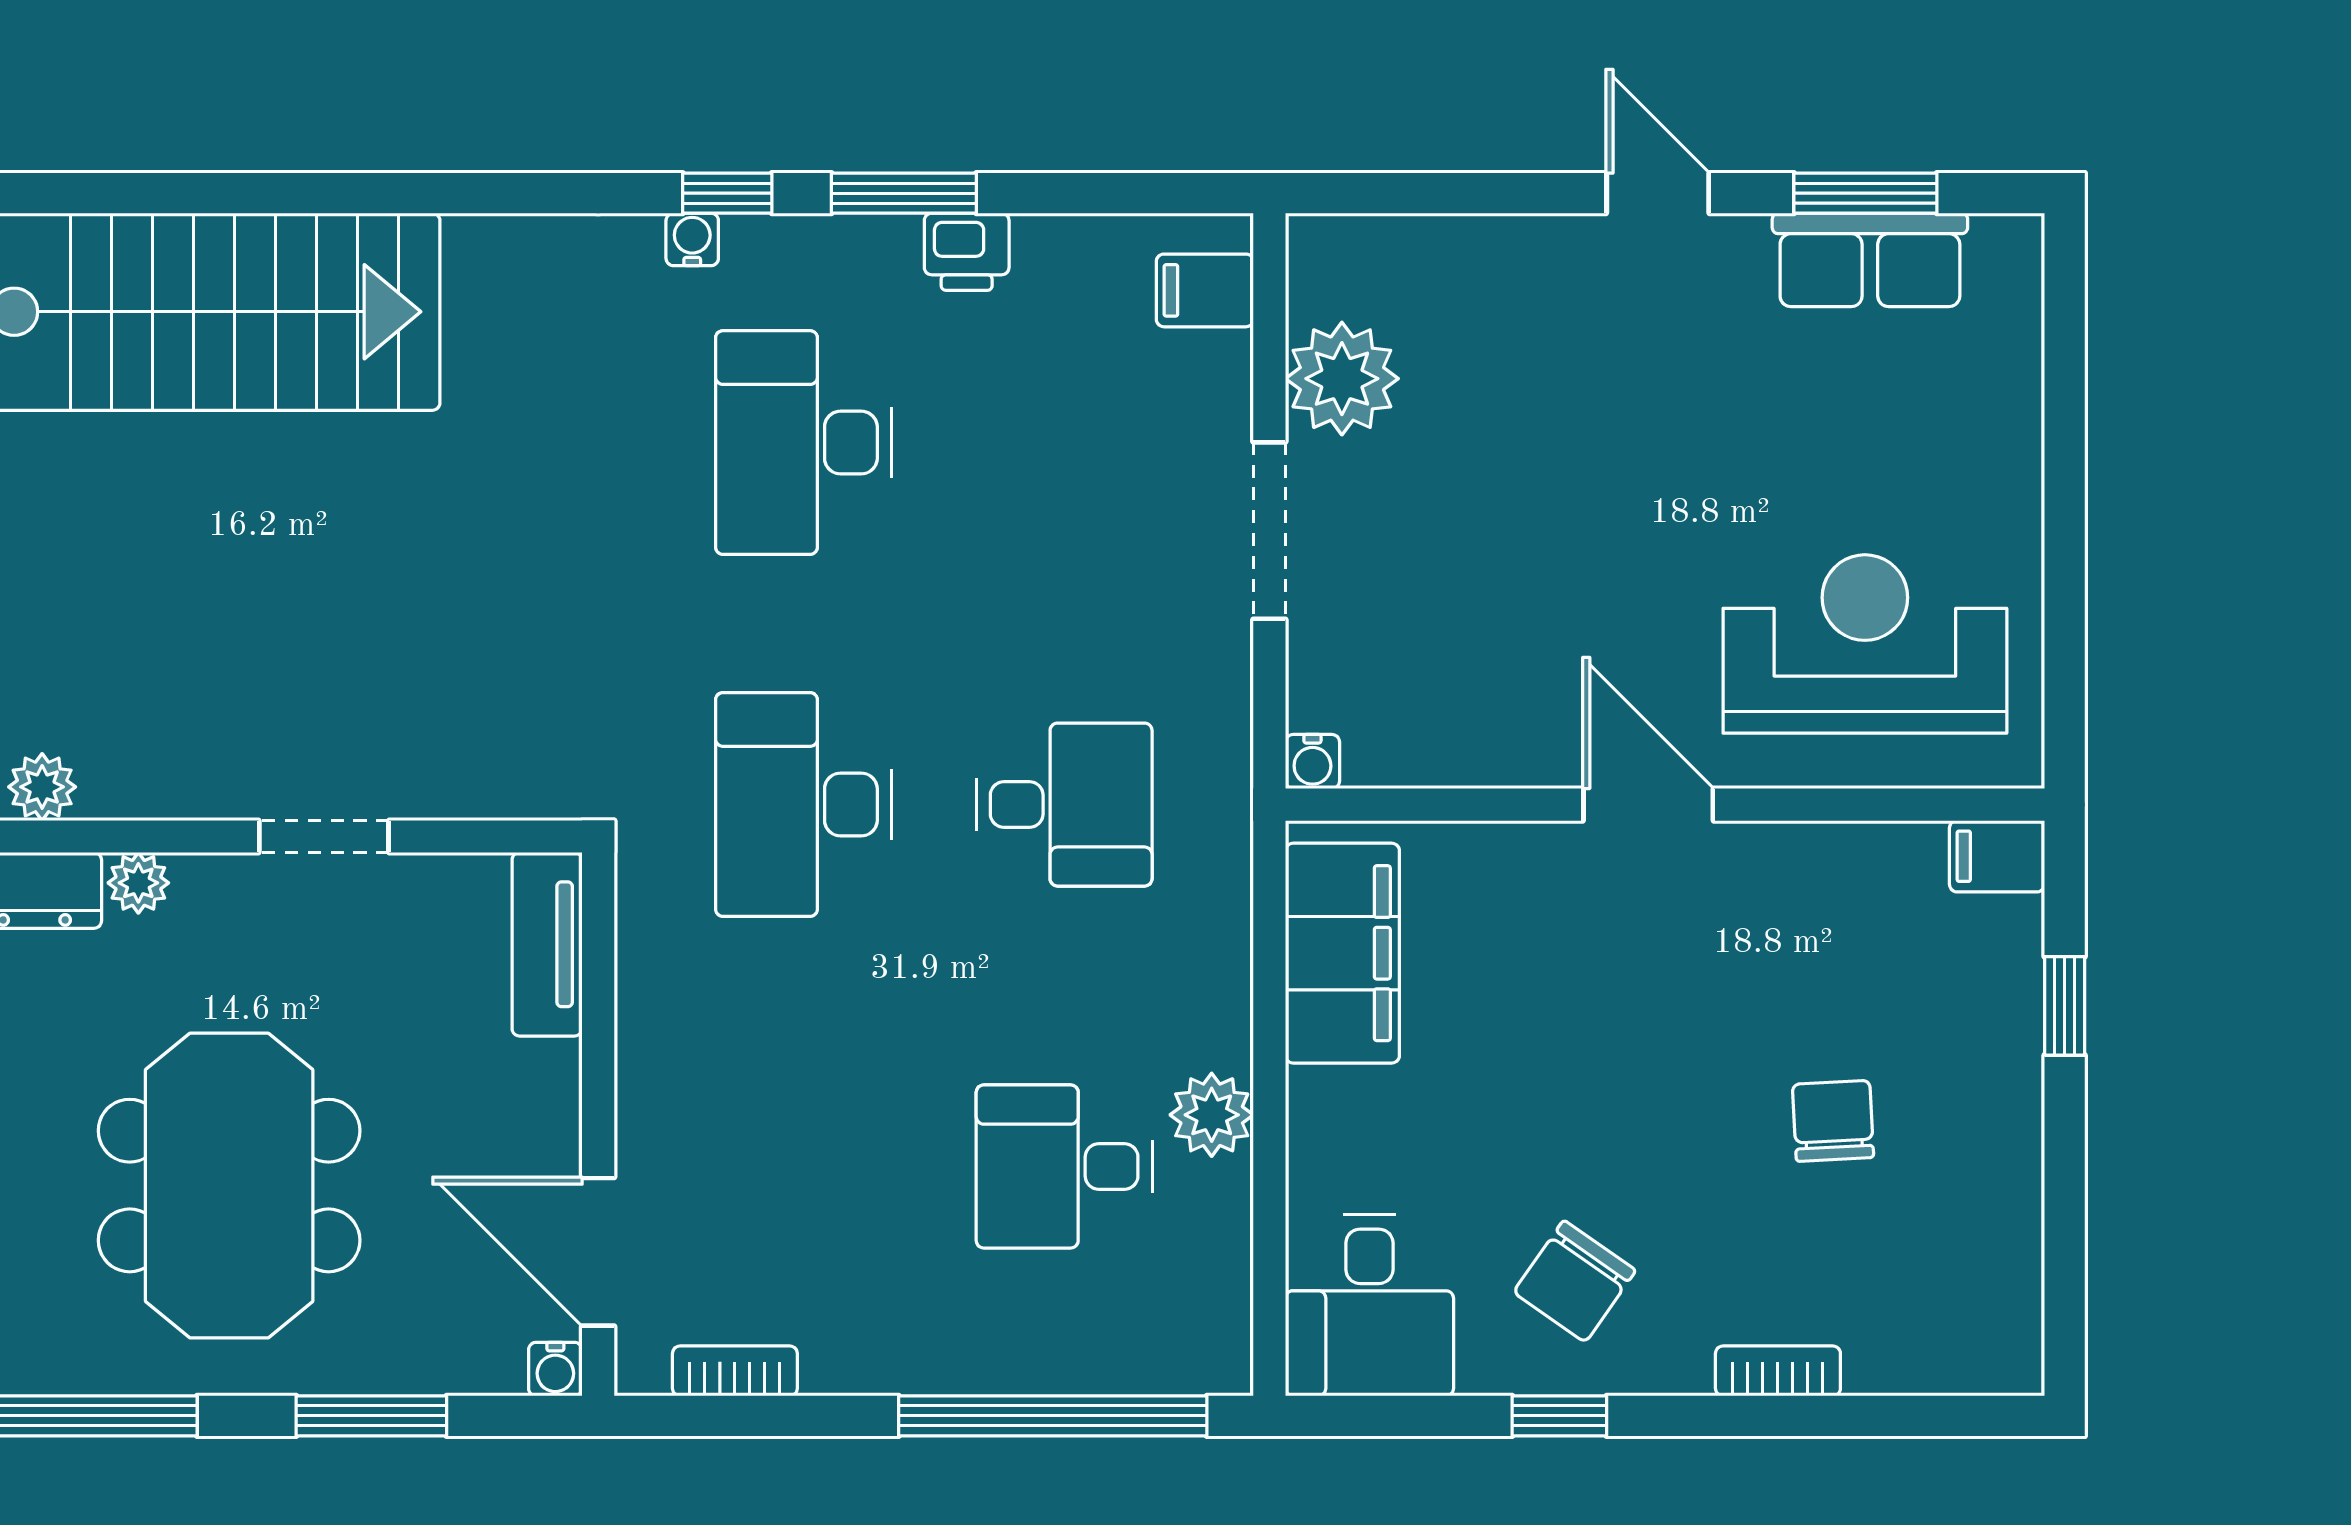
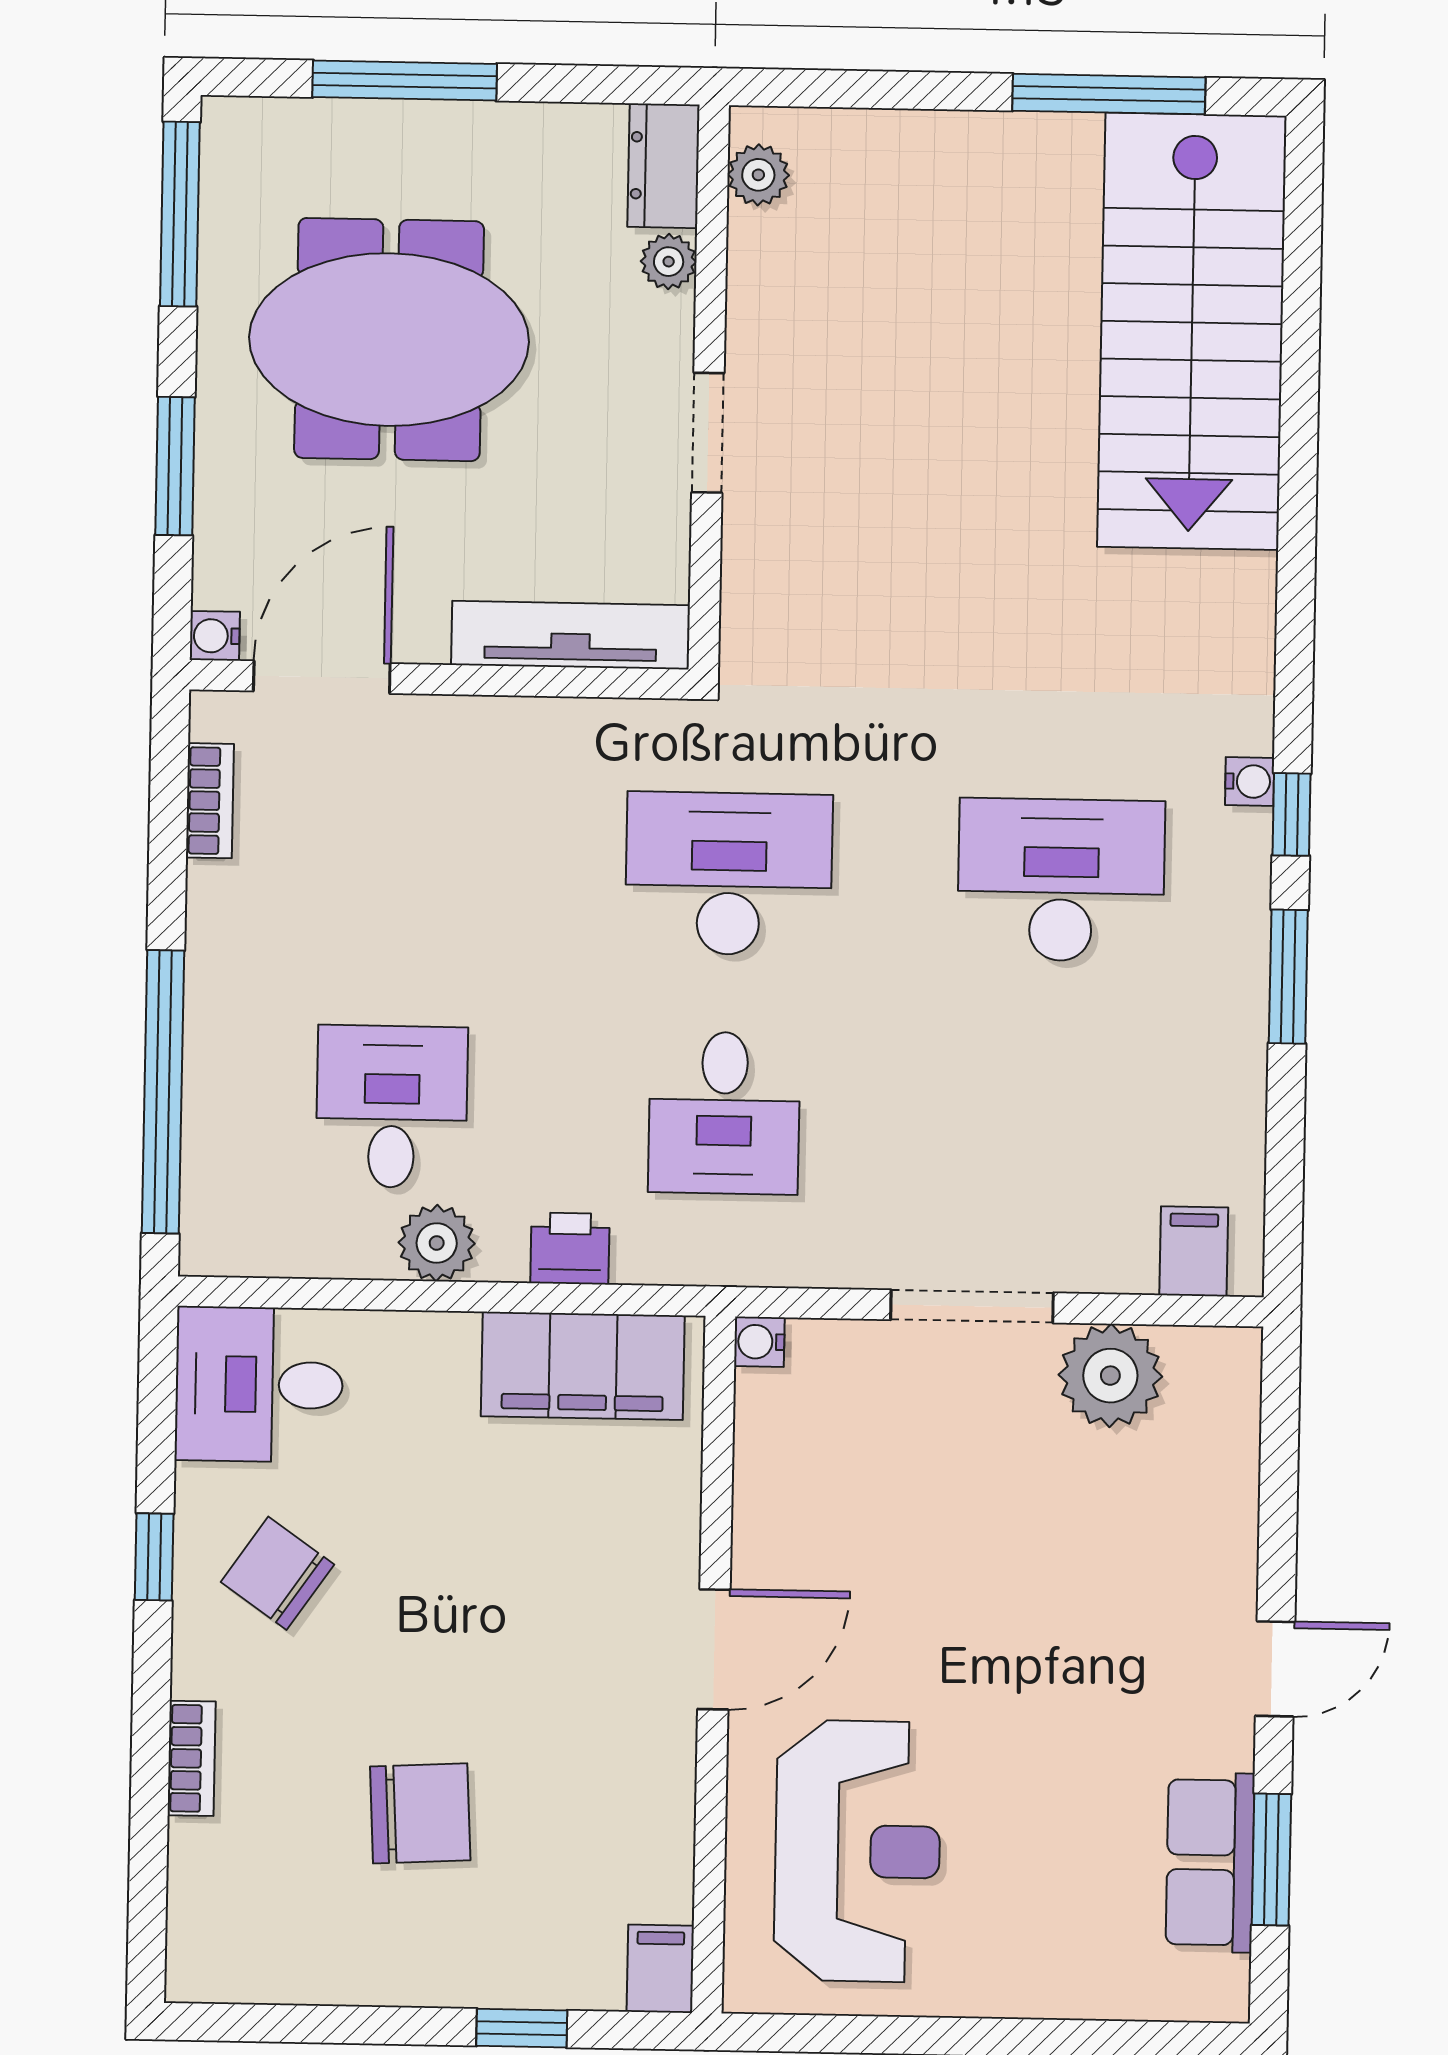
printer: (967, 252) -> (570, 1248), moved, turned 90
tv unit: (547, 944) -> (570, 635), width x1.41
chair: (1833, 1121) -> (420, 1813), width x1.37, depth x1.37

